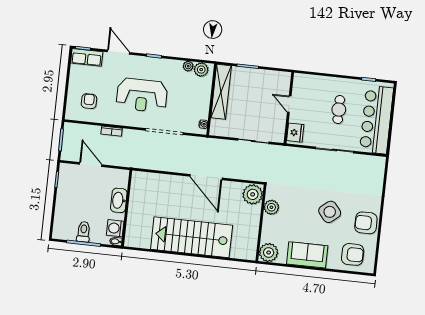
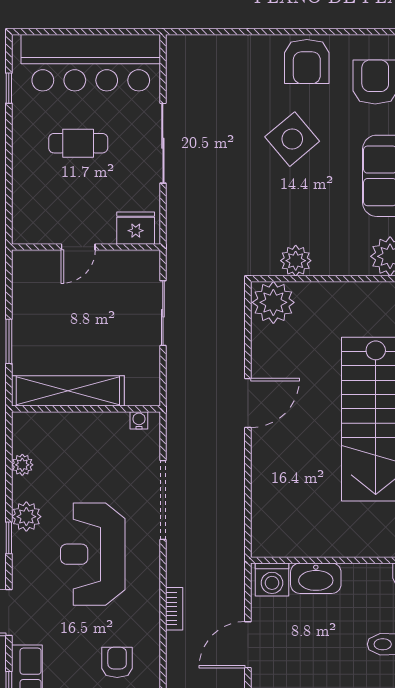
plant: (201, 70) -> (26, 517), moved
reception desk: (142, 95) -> (93, 554), turned 180
armchair: (89, 101) -> (117, 662), turned 90
door: (206, 177) -> (248, 403), width x0.73
washing machine: (115, 228) -> (272, 580), moved

